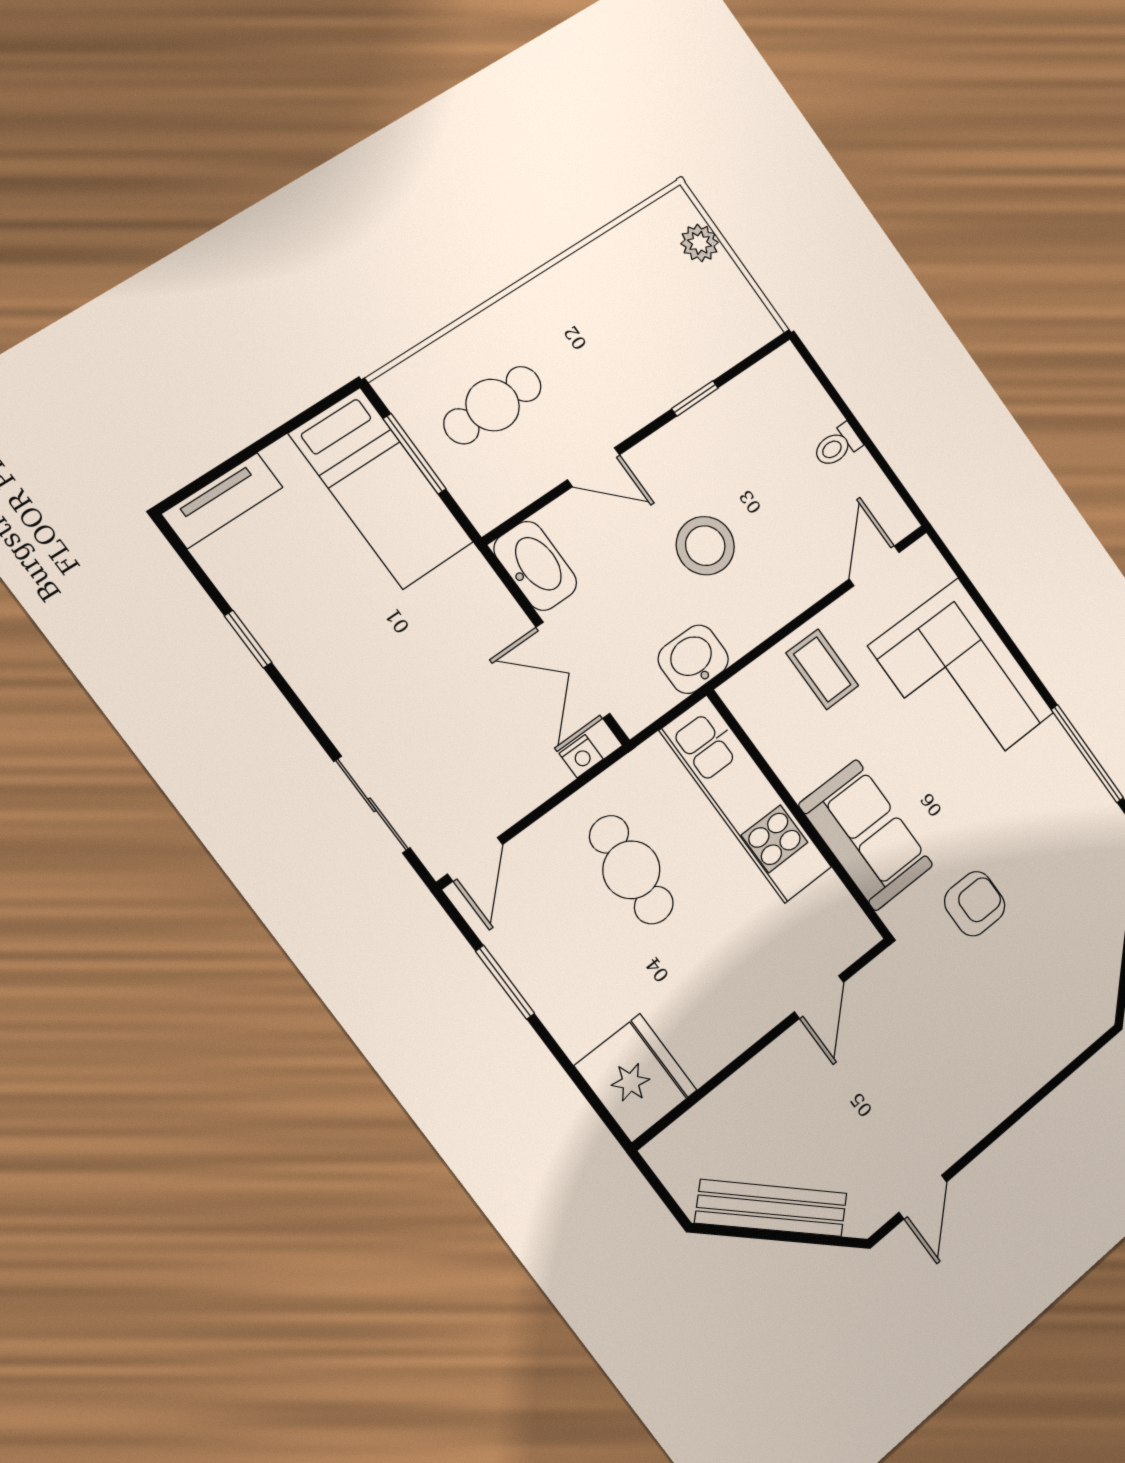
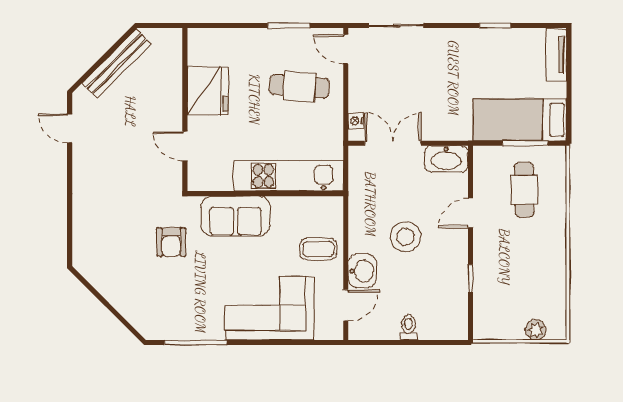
door: (874, 566) -> (346, 305), hinge flipped
washbasin: (693, 659) -> (362, 271), moved
cafe table: (631, 870) -> (299, 87), moved
fridge: (636, 1078) -> (208, 91), moved, turned -90

